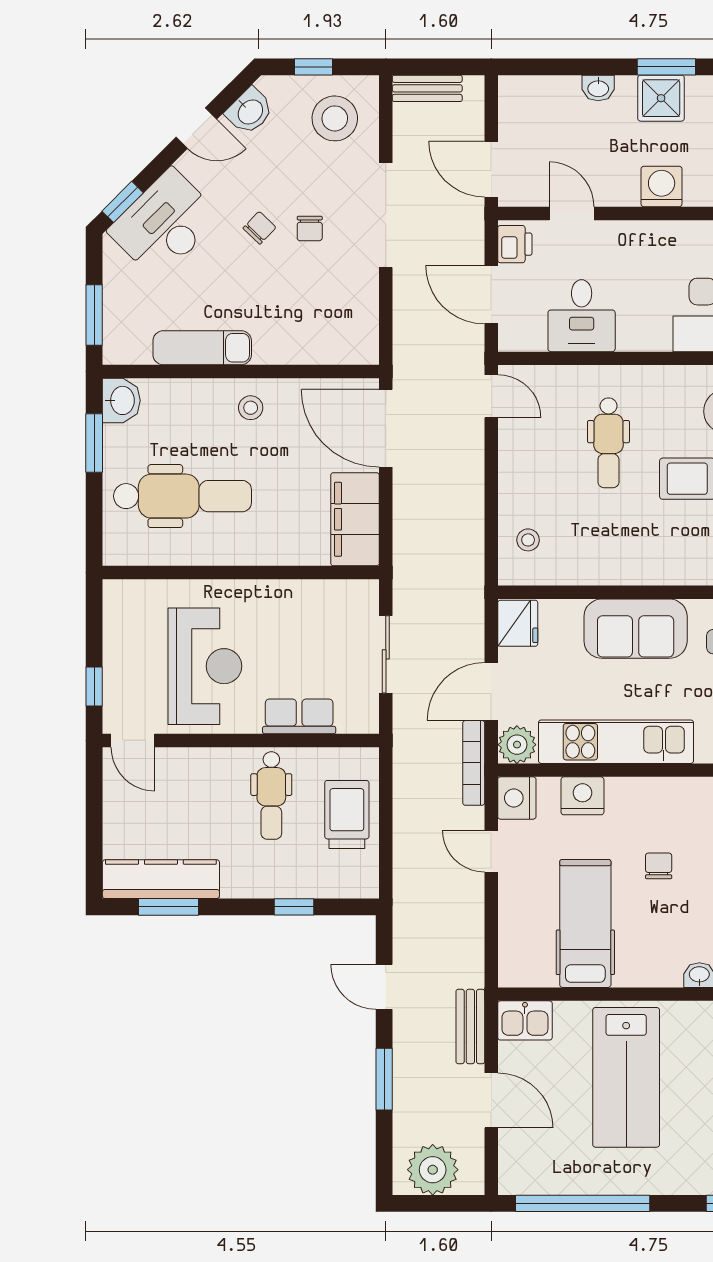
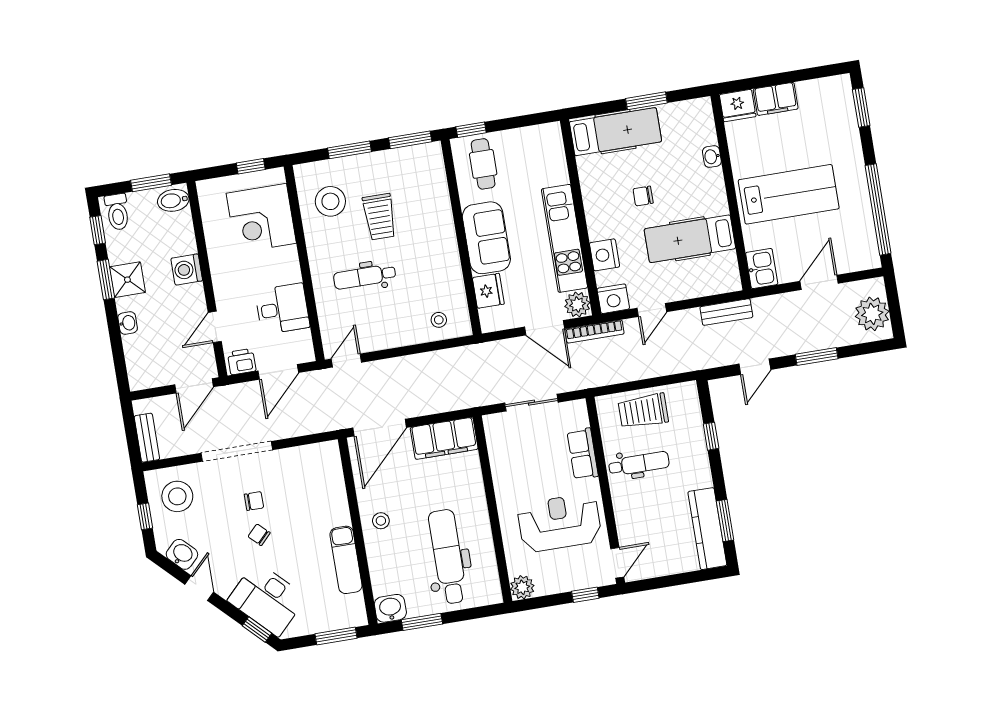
dental chair: (608, 443) -> (365, 277), turned 180
plant: (120, 597) -> (522, 587), added
fridge: (518, 623) -> (488, 291), moved, turned 90
bench: (470, 1026) -> (726, 312), moved

